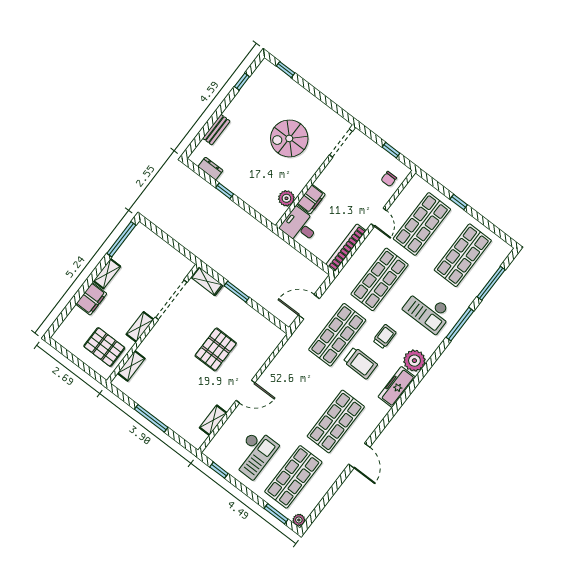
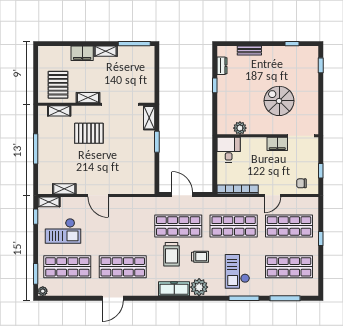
filing cabinet: (311, 199) -> (277, 144), moved
pallet: (216, 349) -> (89, 133), moved
shelving: (214, 446) -> (49, 202), added

